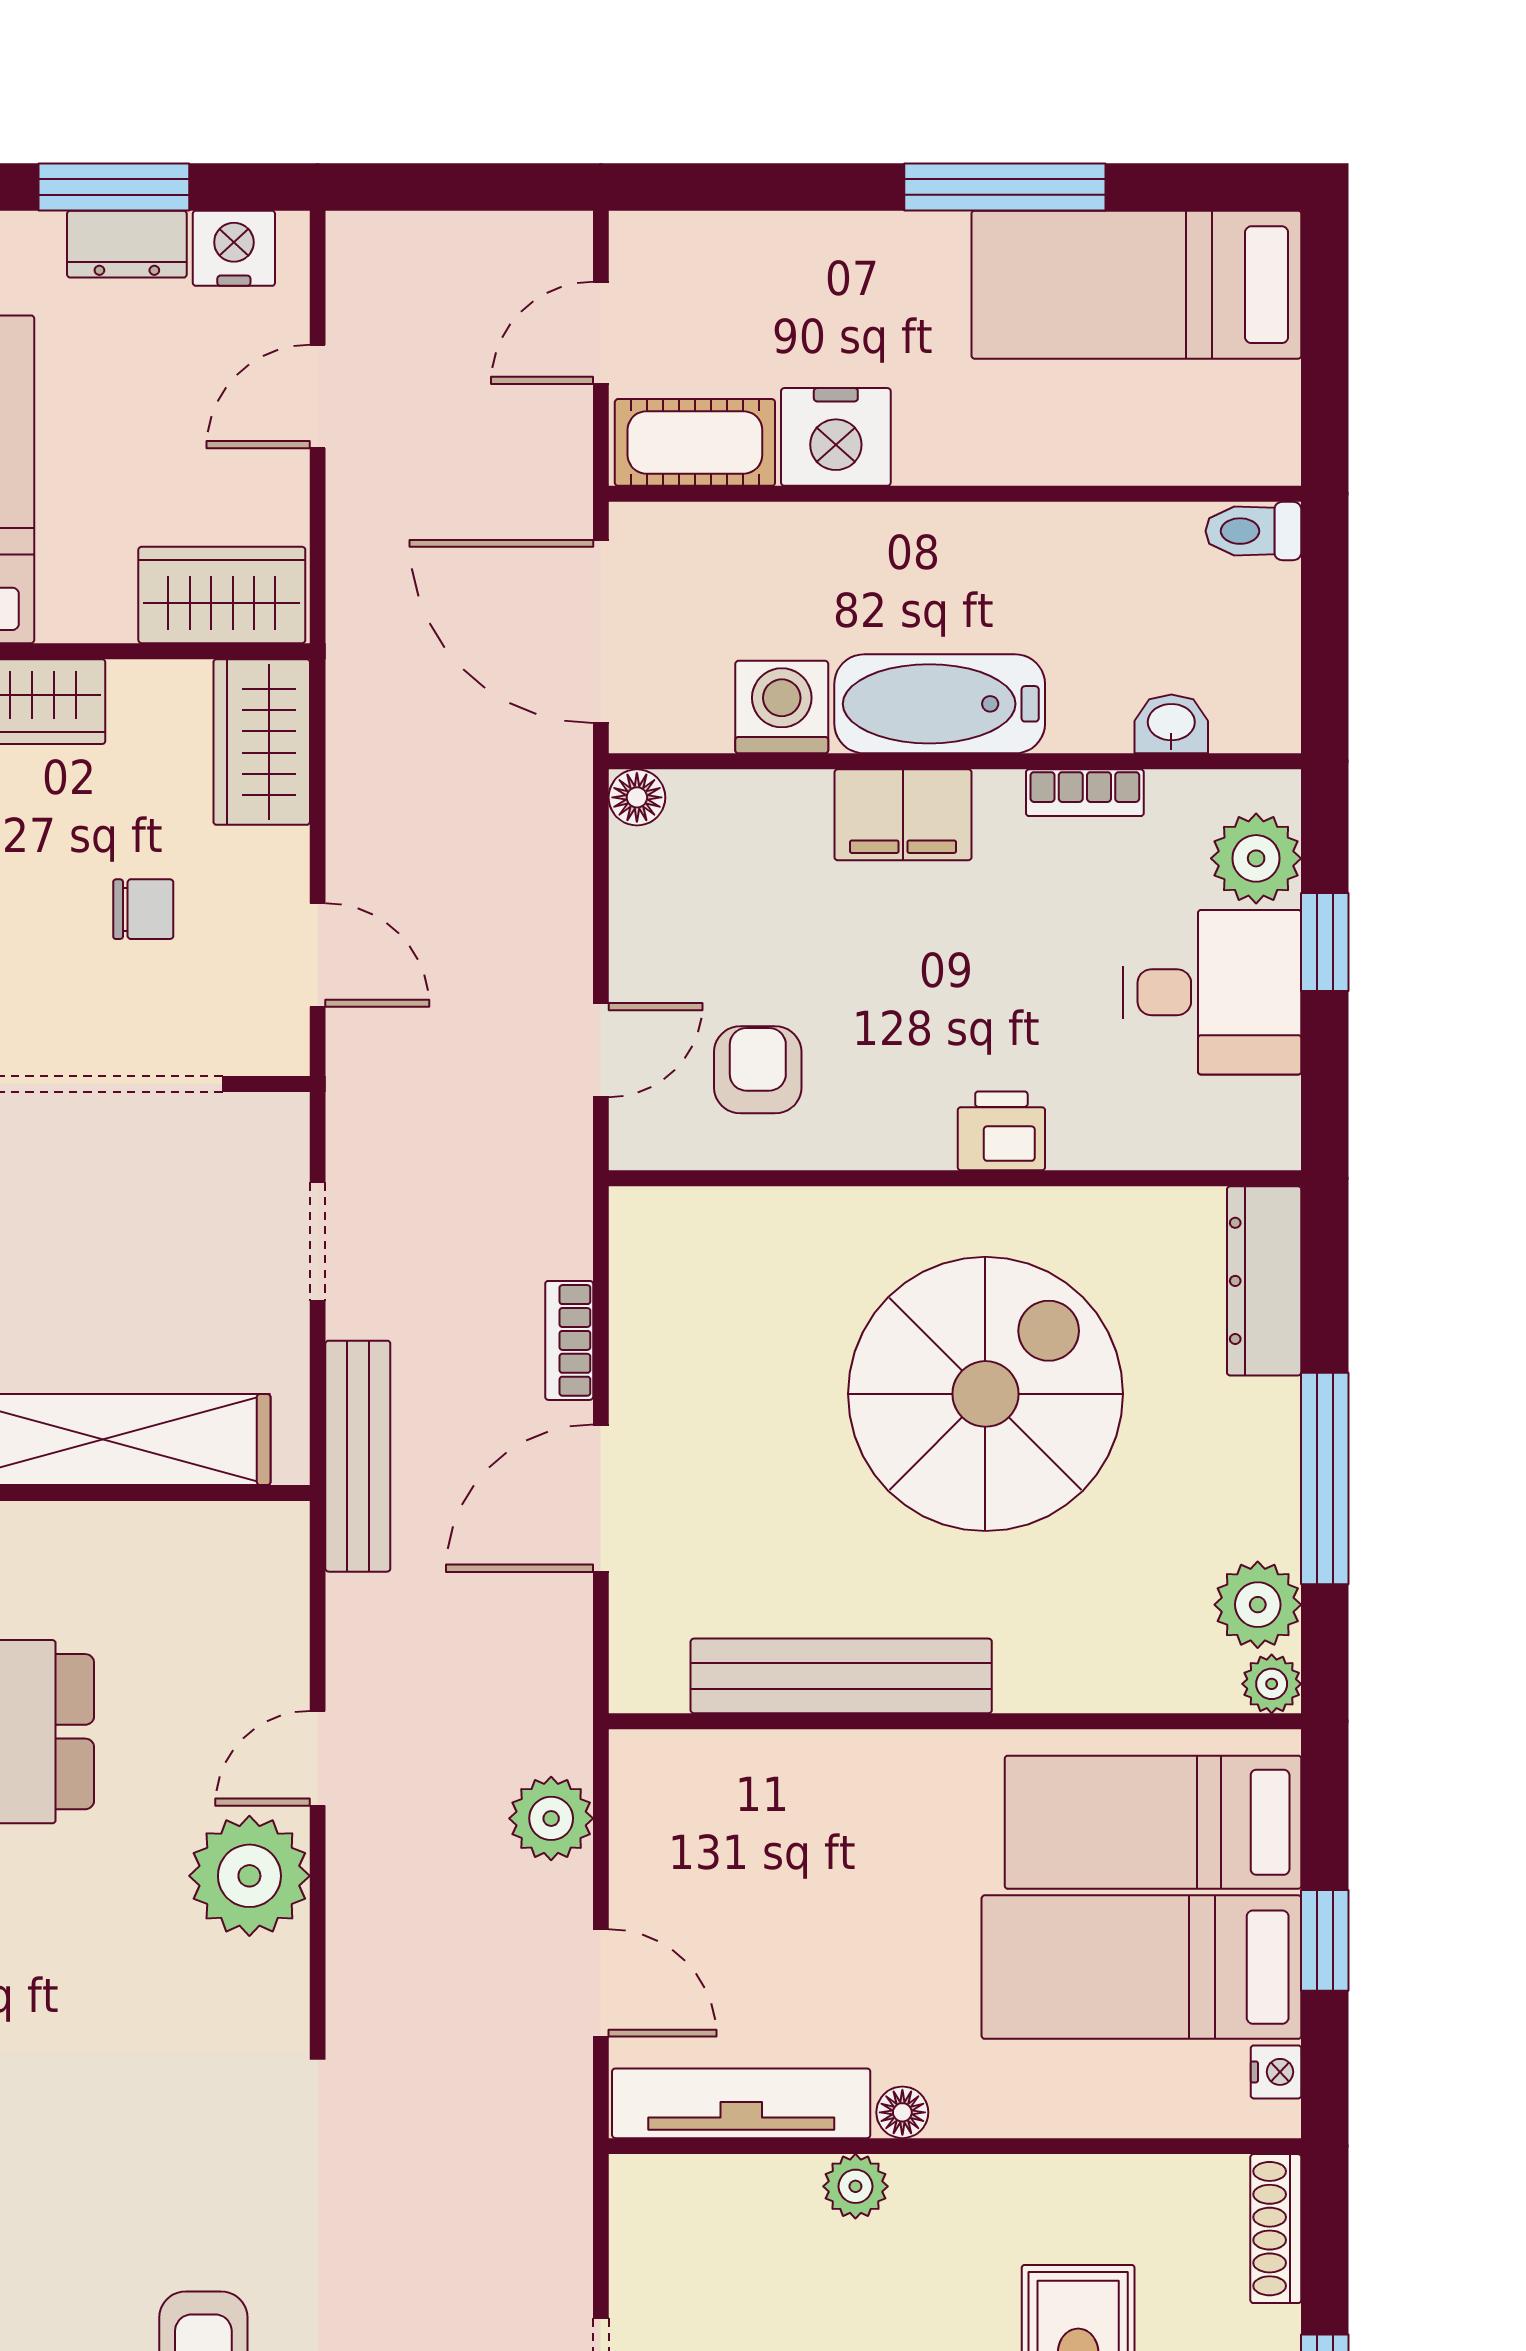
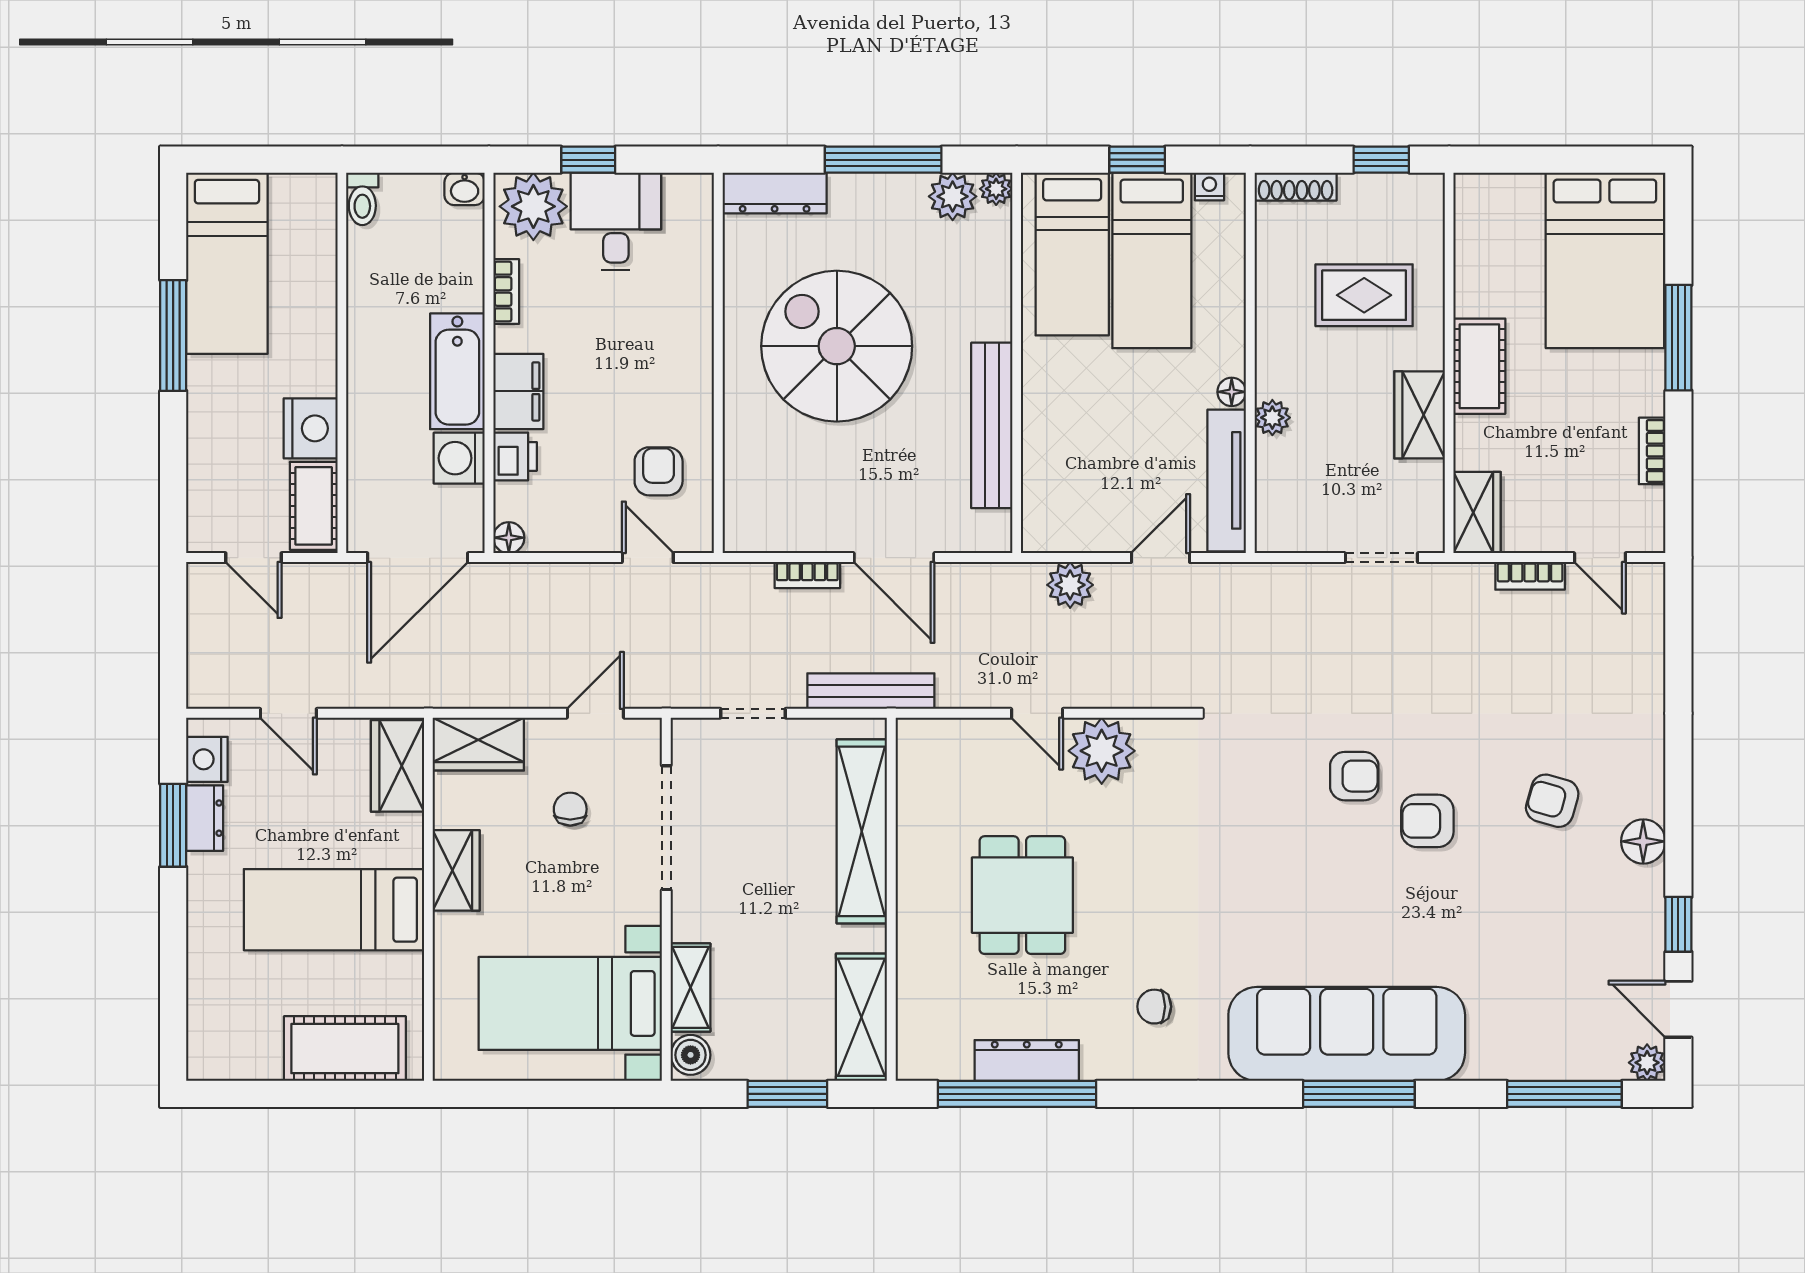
washbasin: (1171, 724) -> (465, 189), moved, turned -90
plant: (1256, 858) -> (533, 206), width x1.36, depth x1.36
armchair: (758, 1070) -> (659, 471), turned 90
printer: (1001, 1131) -> (515, 456), moved, turned 180

